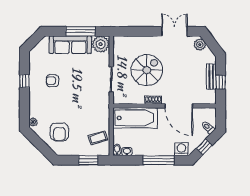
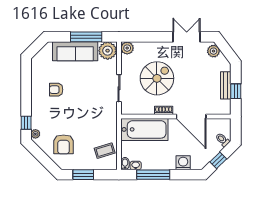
plant: (119, 42) -> (127, 48), added
window: (24, 81) -> (26, 123), moved
washing machine: (181, 149) -> (183, 163), moved
window: (88, 160) -> (83, 175), moved
window: (159, 160) -> (153, 175), moved

